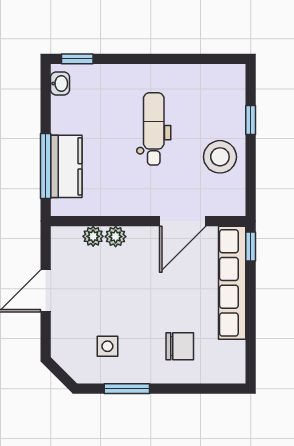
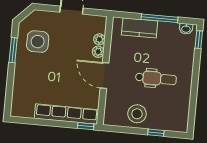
window: (46, 166) -> (159, 18), moved
door: (183, 221) -> (105, 75), moved
side table: (107, 346) -> (38, 42), width x1.87, depth x1.87
chair: (180, 346) -> (34, 82), removed

